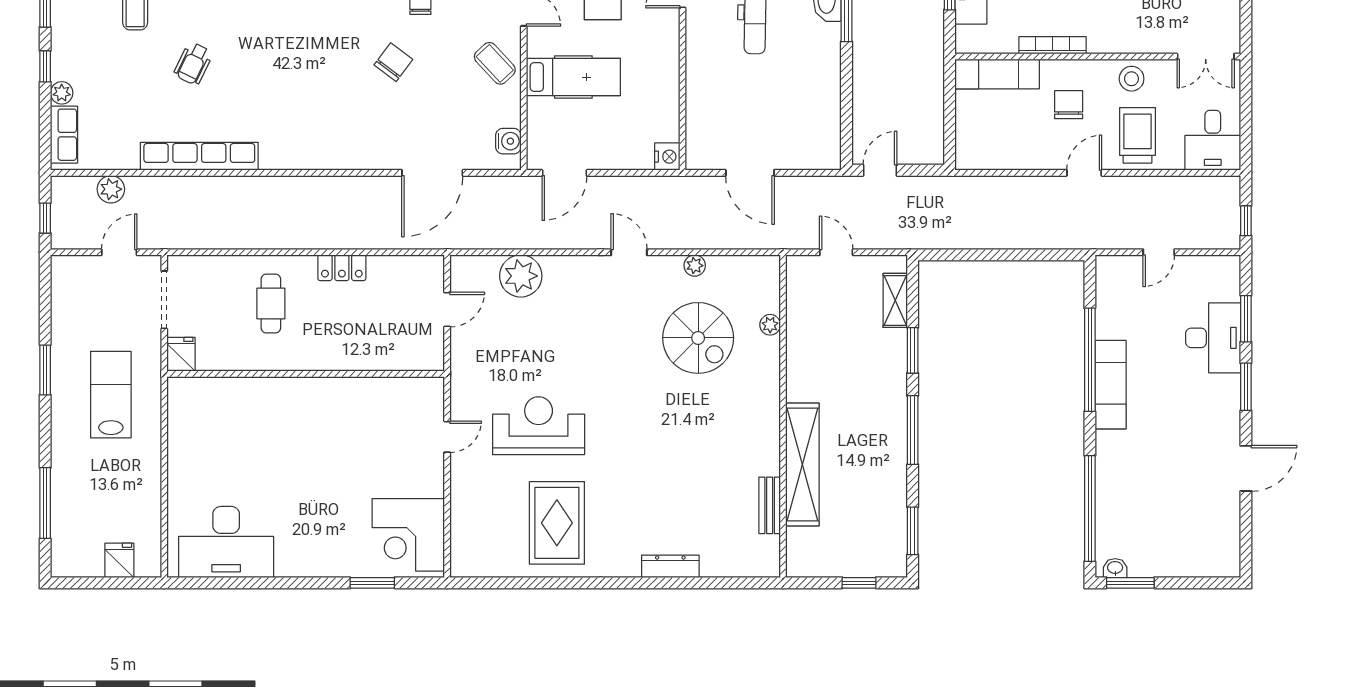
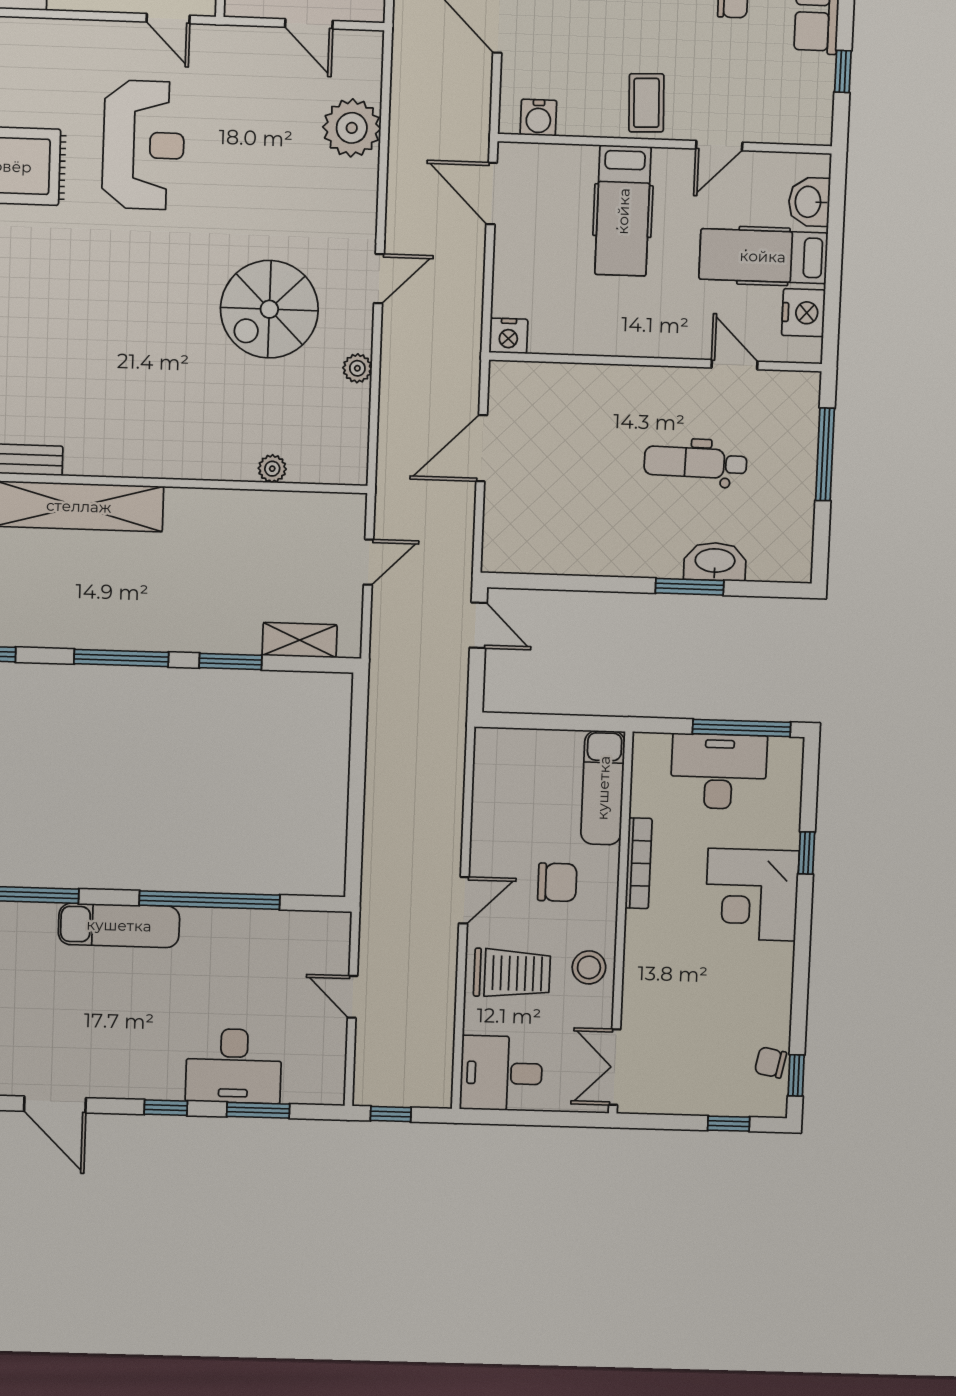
coffee table: (495, 63) -> (646, 103), turned -49
door: (1084, 173) -> (464, 900), hinge flipped
spiral stairs: (698, 338) -> (269, 309), moved
exam couch: (1111, 385) -> (119, 925), moved
window: (1246, 387) -> (166, 1108), width x0.67
door: (447, 437) -> (168, 19), moved

